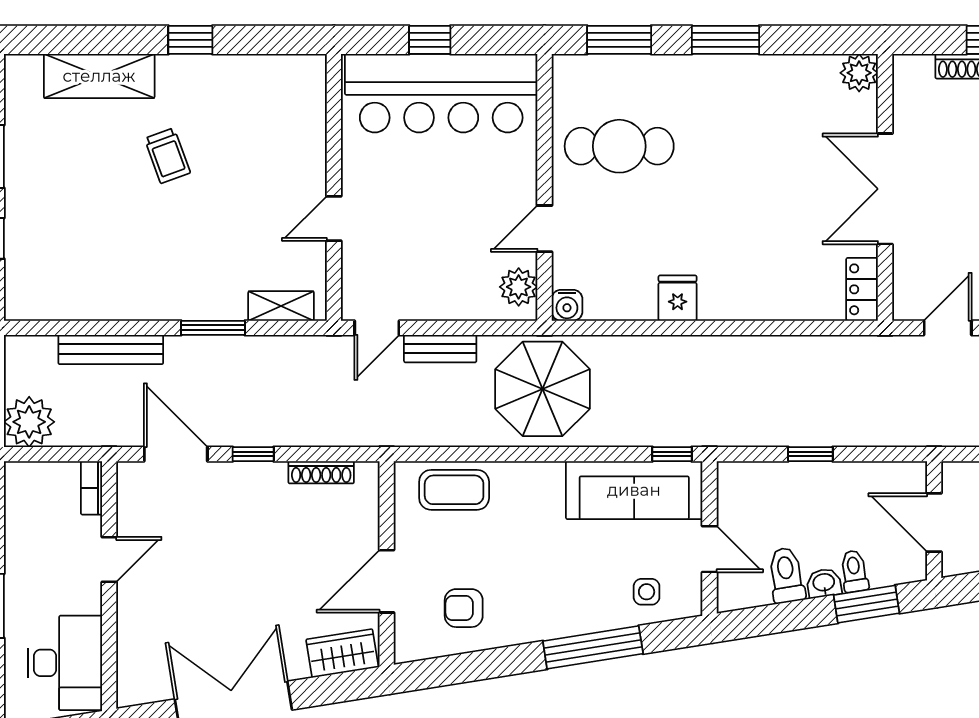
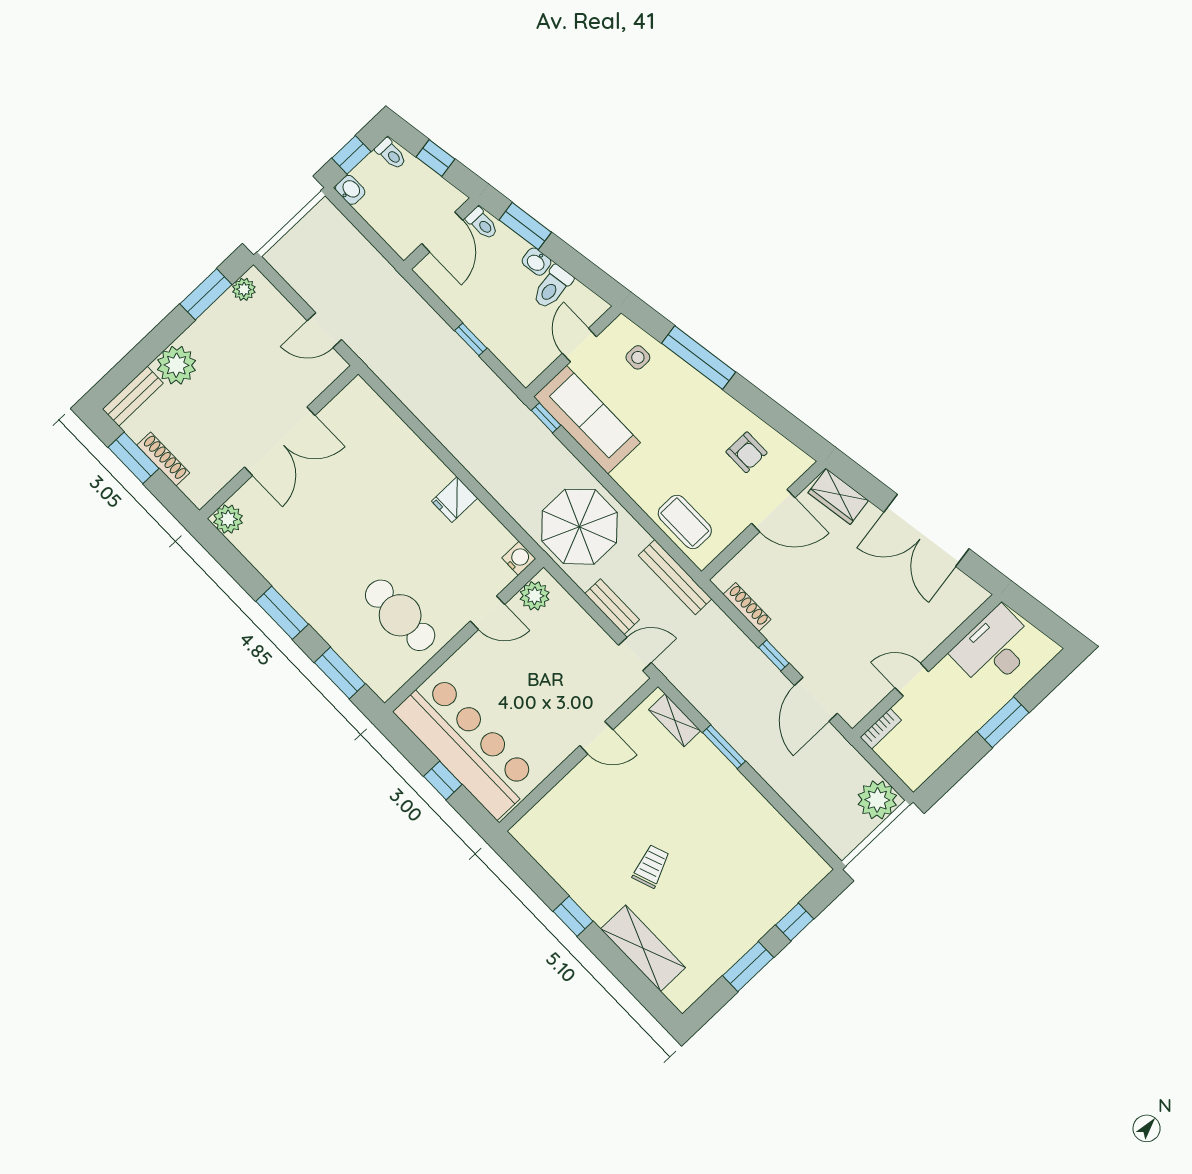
locker: (862, 289) -> (349, 400), removed
bench: (111, 349) -> (675, 577), moved
toilet: (854, 571) -> (482, 224), moved, turned -81

